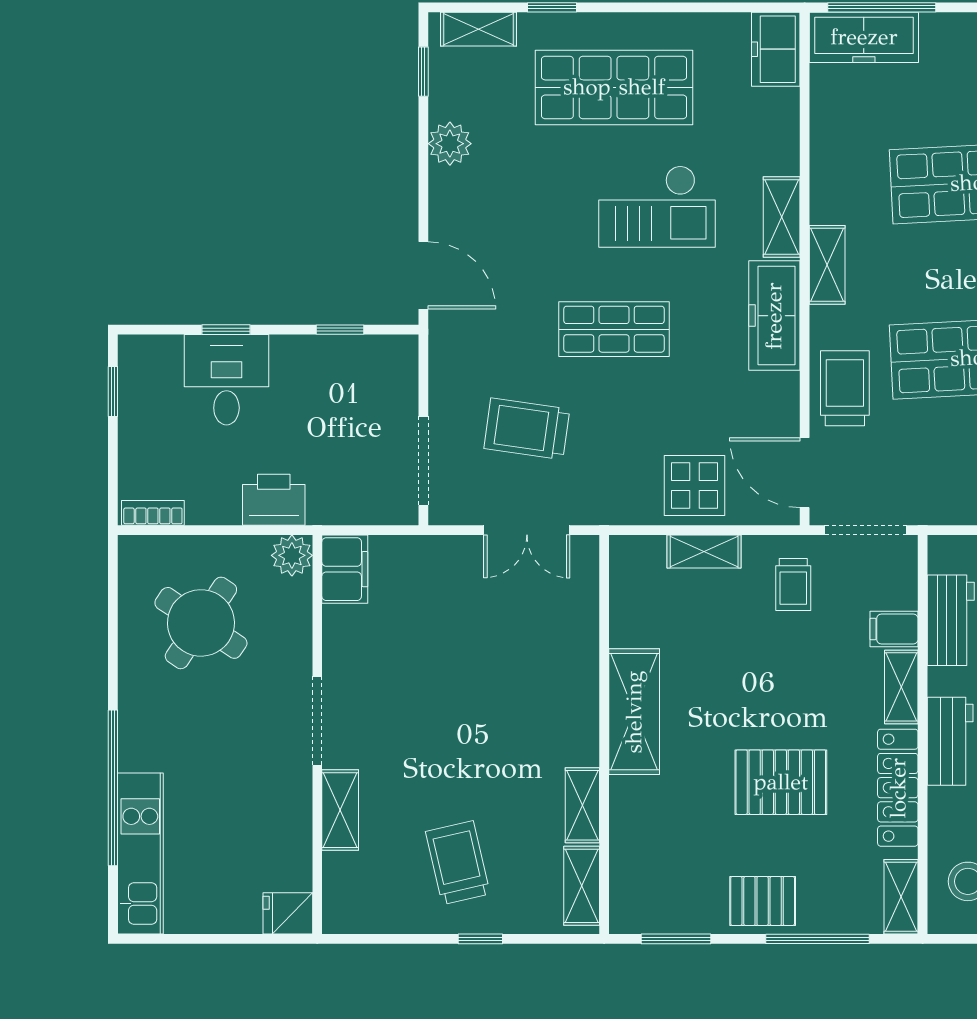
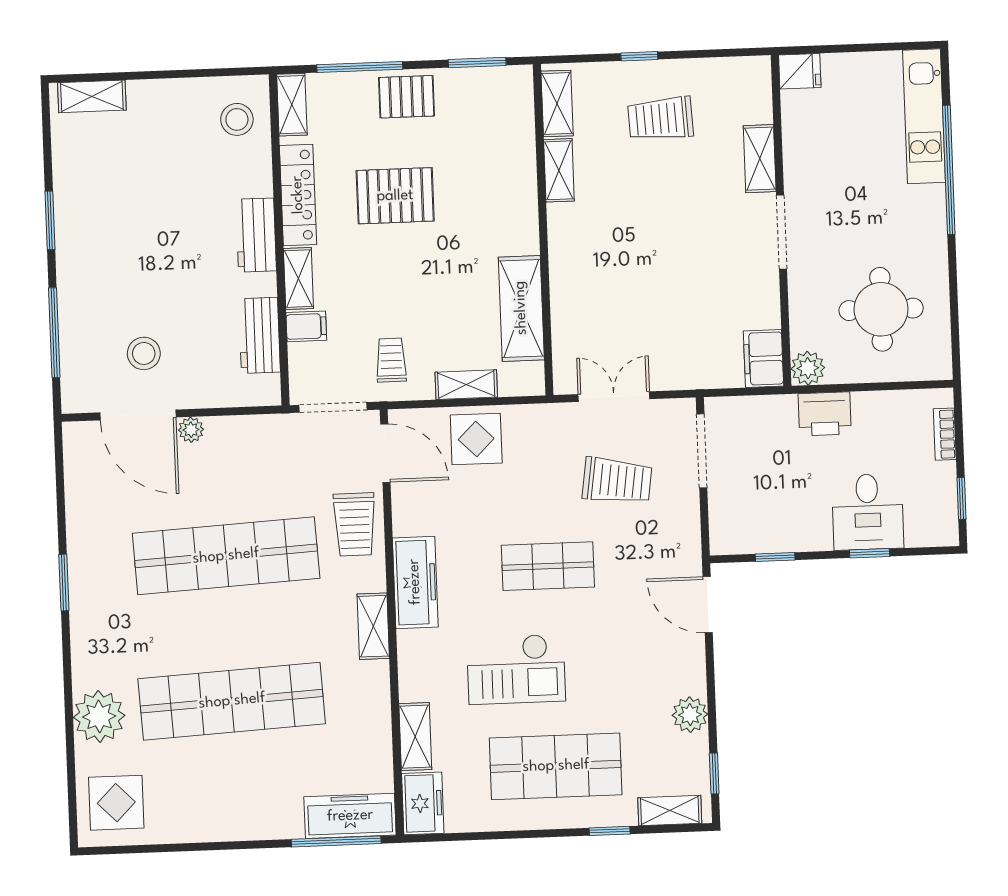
checkout: (657, 206) -> (516, 669), turned 180
shelving: (782, 217) -> (415, 737), moved
bookcase: (153, 513) -> (945, 434), moved, turned 90
round table: (201, 623) -> (881, 309), turned -34
shelving: (634, 712) -> (521, 308), moved
trolley: (458, 863) -> (660, 119), turned 100

